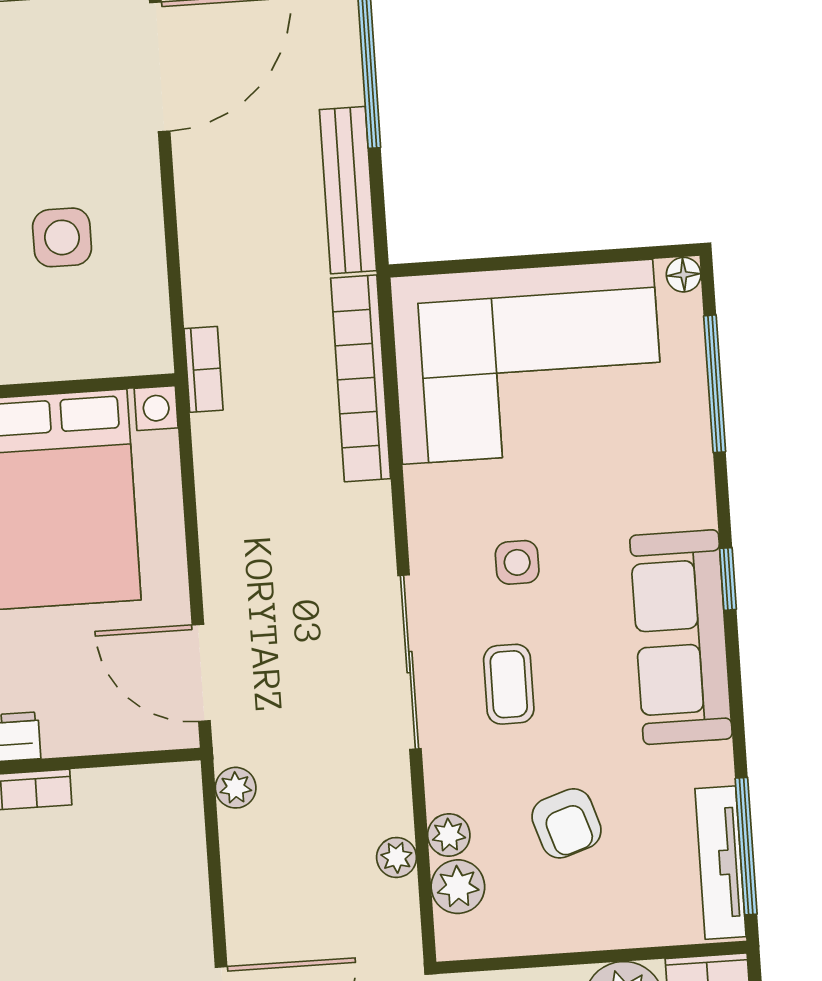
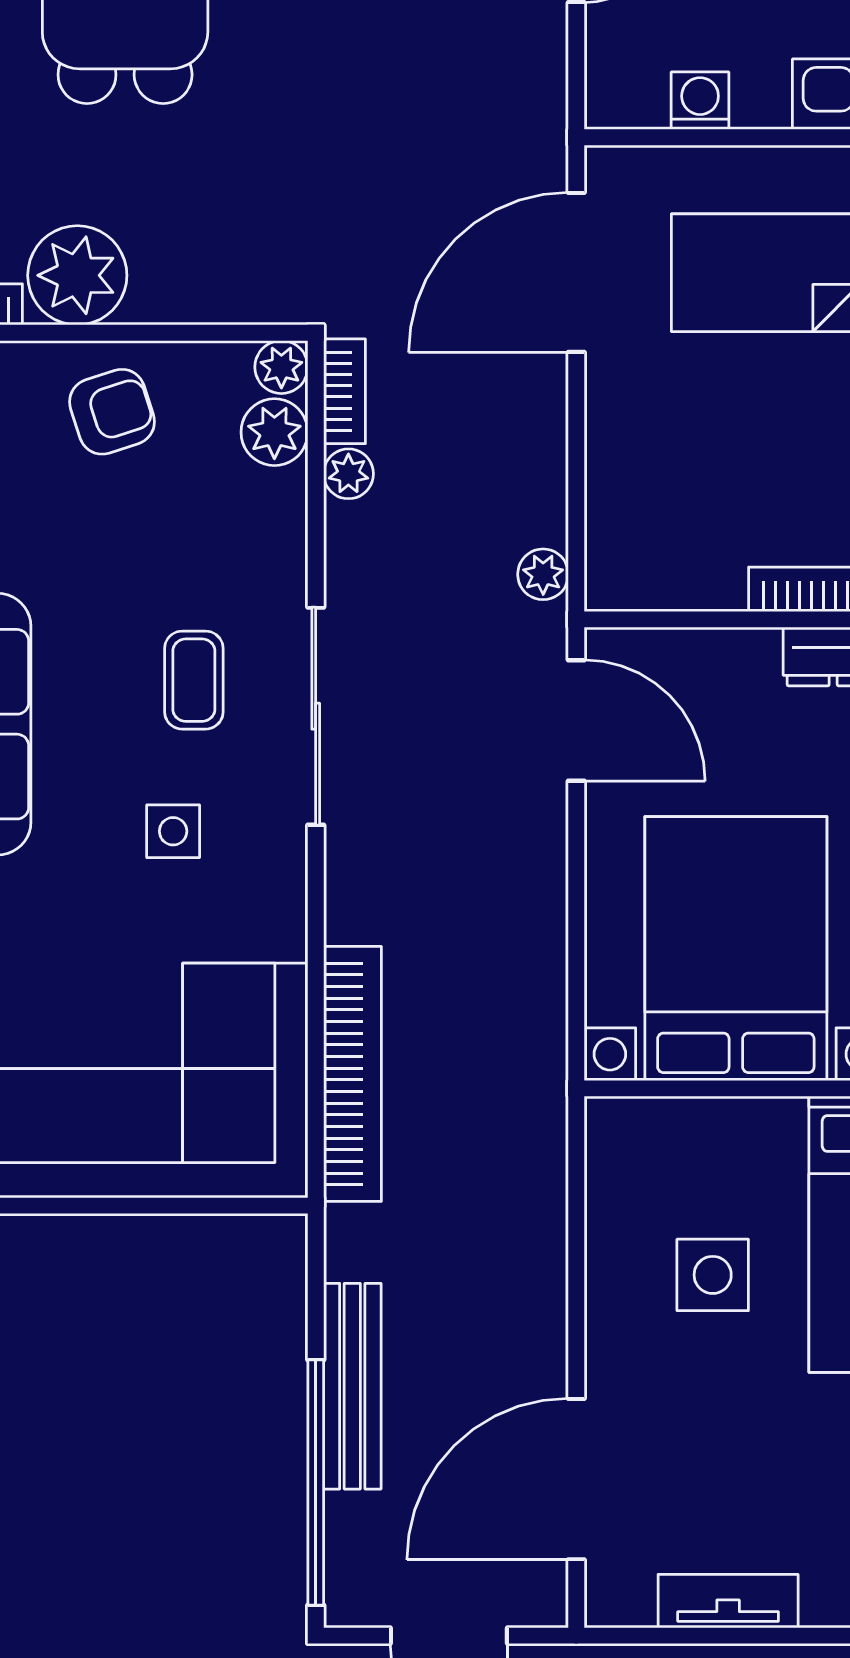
bench: (348, 190) -> (352, 1386), moved
bookcase: (204, 369) -> (344, 391), moved, turned 180
armchair: (567, 823) -> (112, 412), moved, turned 90
plant: (449, 835) -> (281, 367), moved

